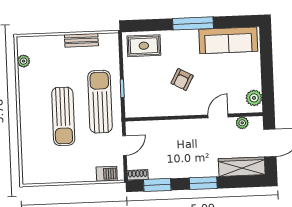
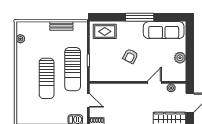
plant: (254, 98) -> (180, 58), moved
sun lounger: (100, 102) -> (73, 69), turned 180
door: (124, 145) -> (88, 100), hinge flipped

